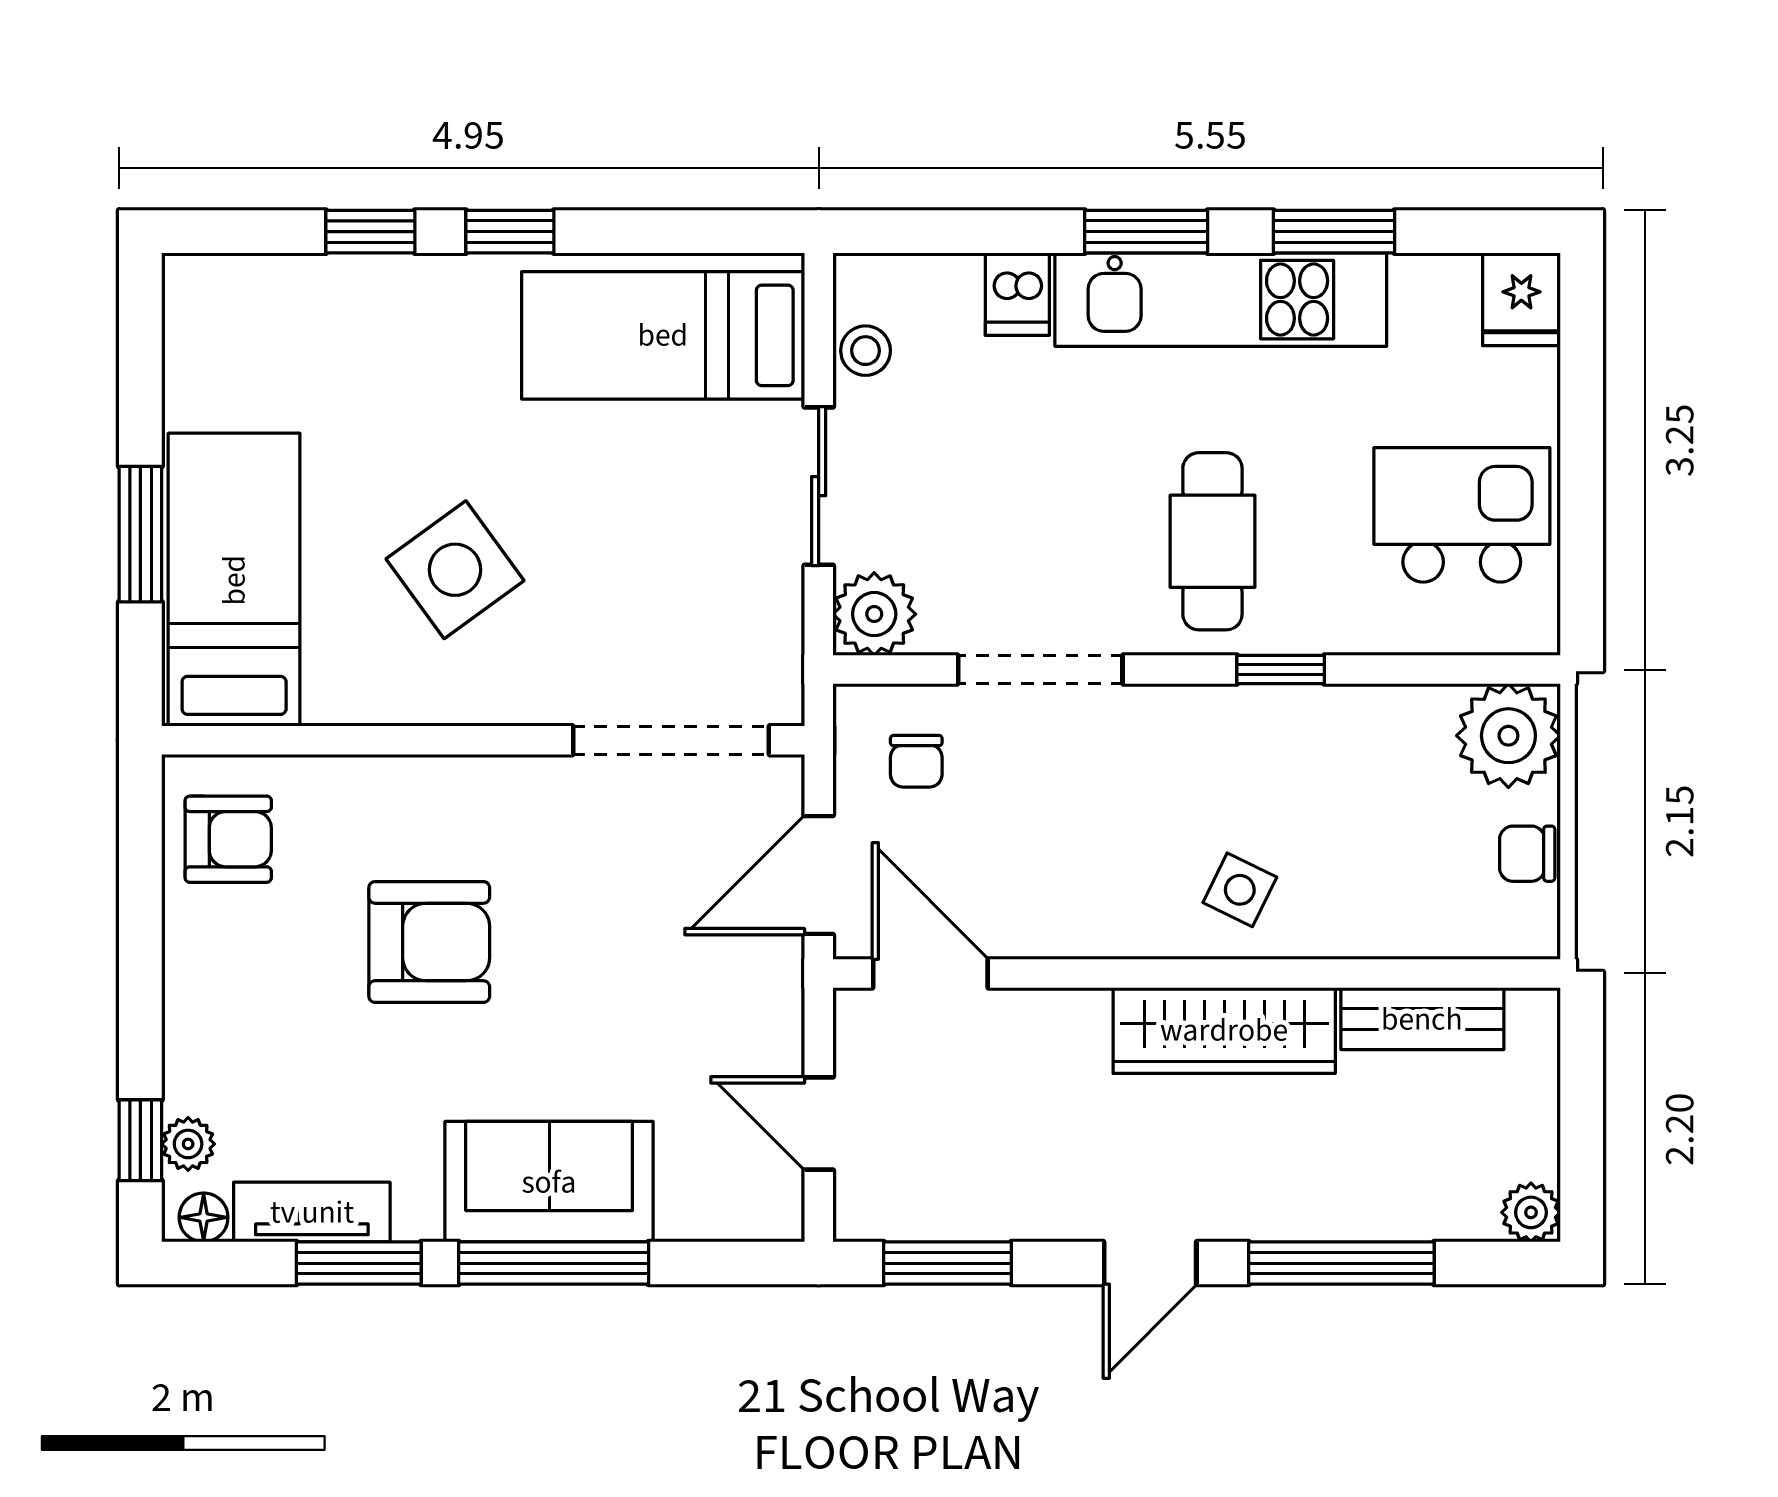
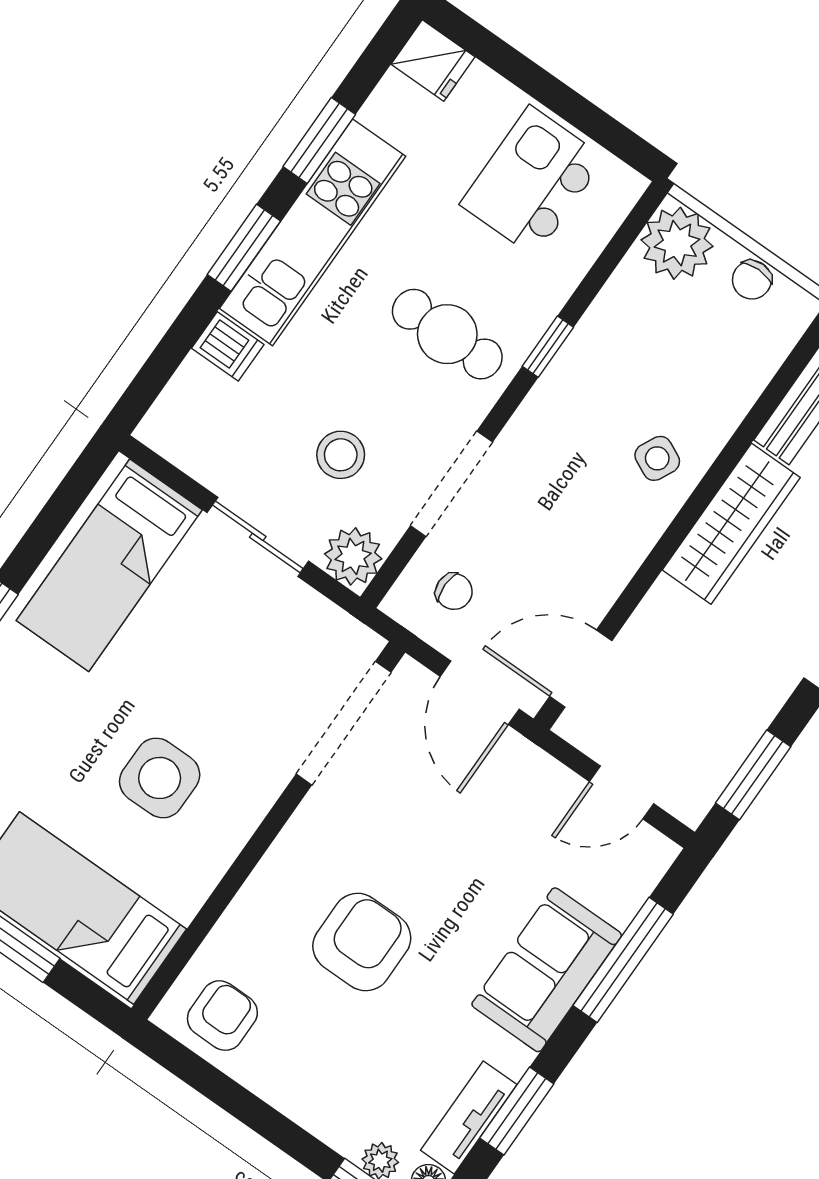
stool: (866, 351) -> (341, 455), moved, width x1.37, depth x1.37
side table: (455, 570) -> (160, 778), turned 36
window: (554, 1263) -> (623, 960), moved

